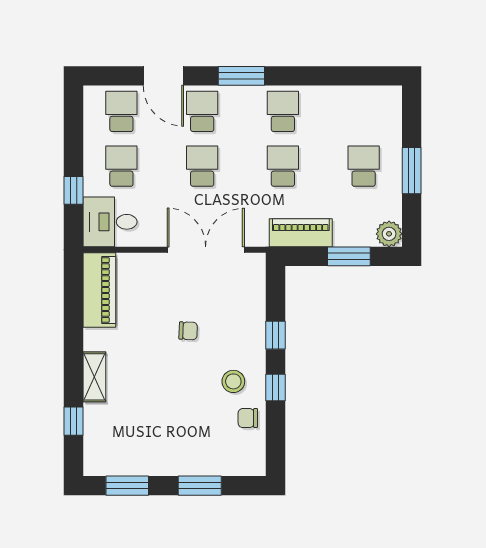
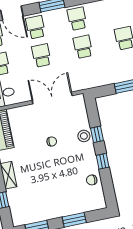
piano: (301, 233) -> (99, 79), removed
stool: (233, 381) -> (84, 136), moved

